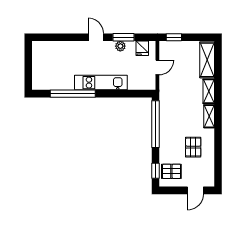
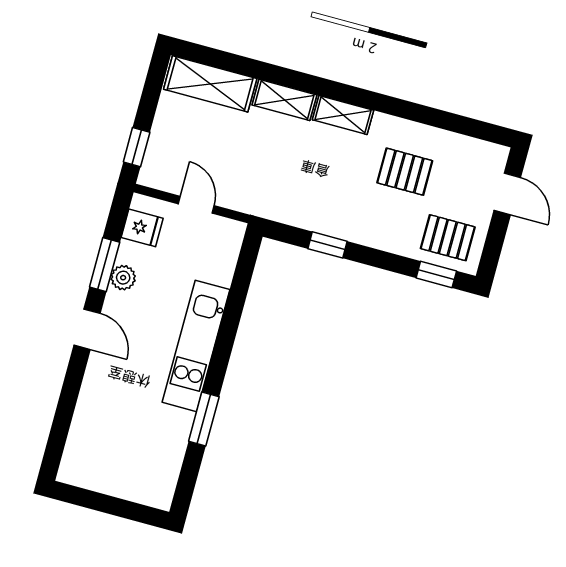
door: (96, 37) -> (87, 329), swing flipped
window: (73, 94) -> (204, 419), width x0.47
window: (156, 124) -> (327, 245), width x0.32
pallet: (171, 171) -> (448, 238), turned 90

